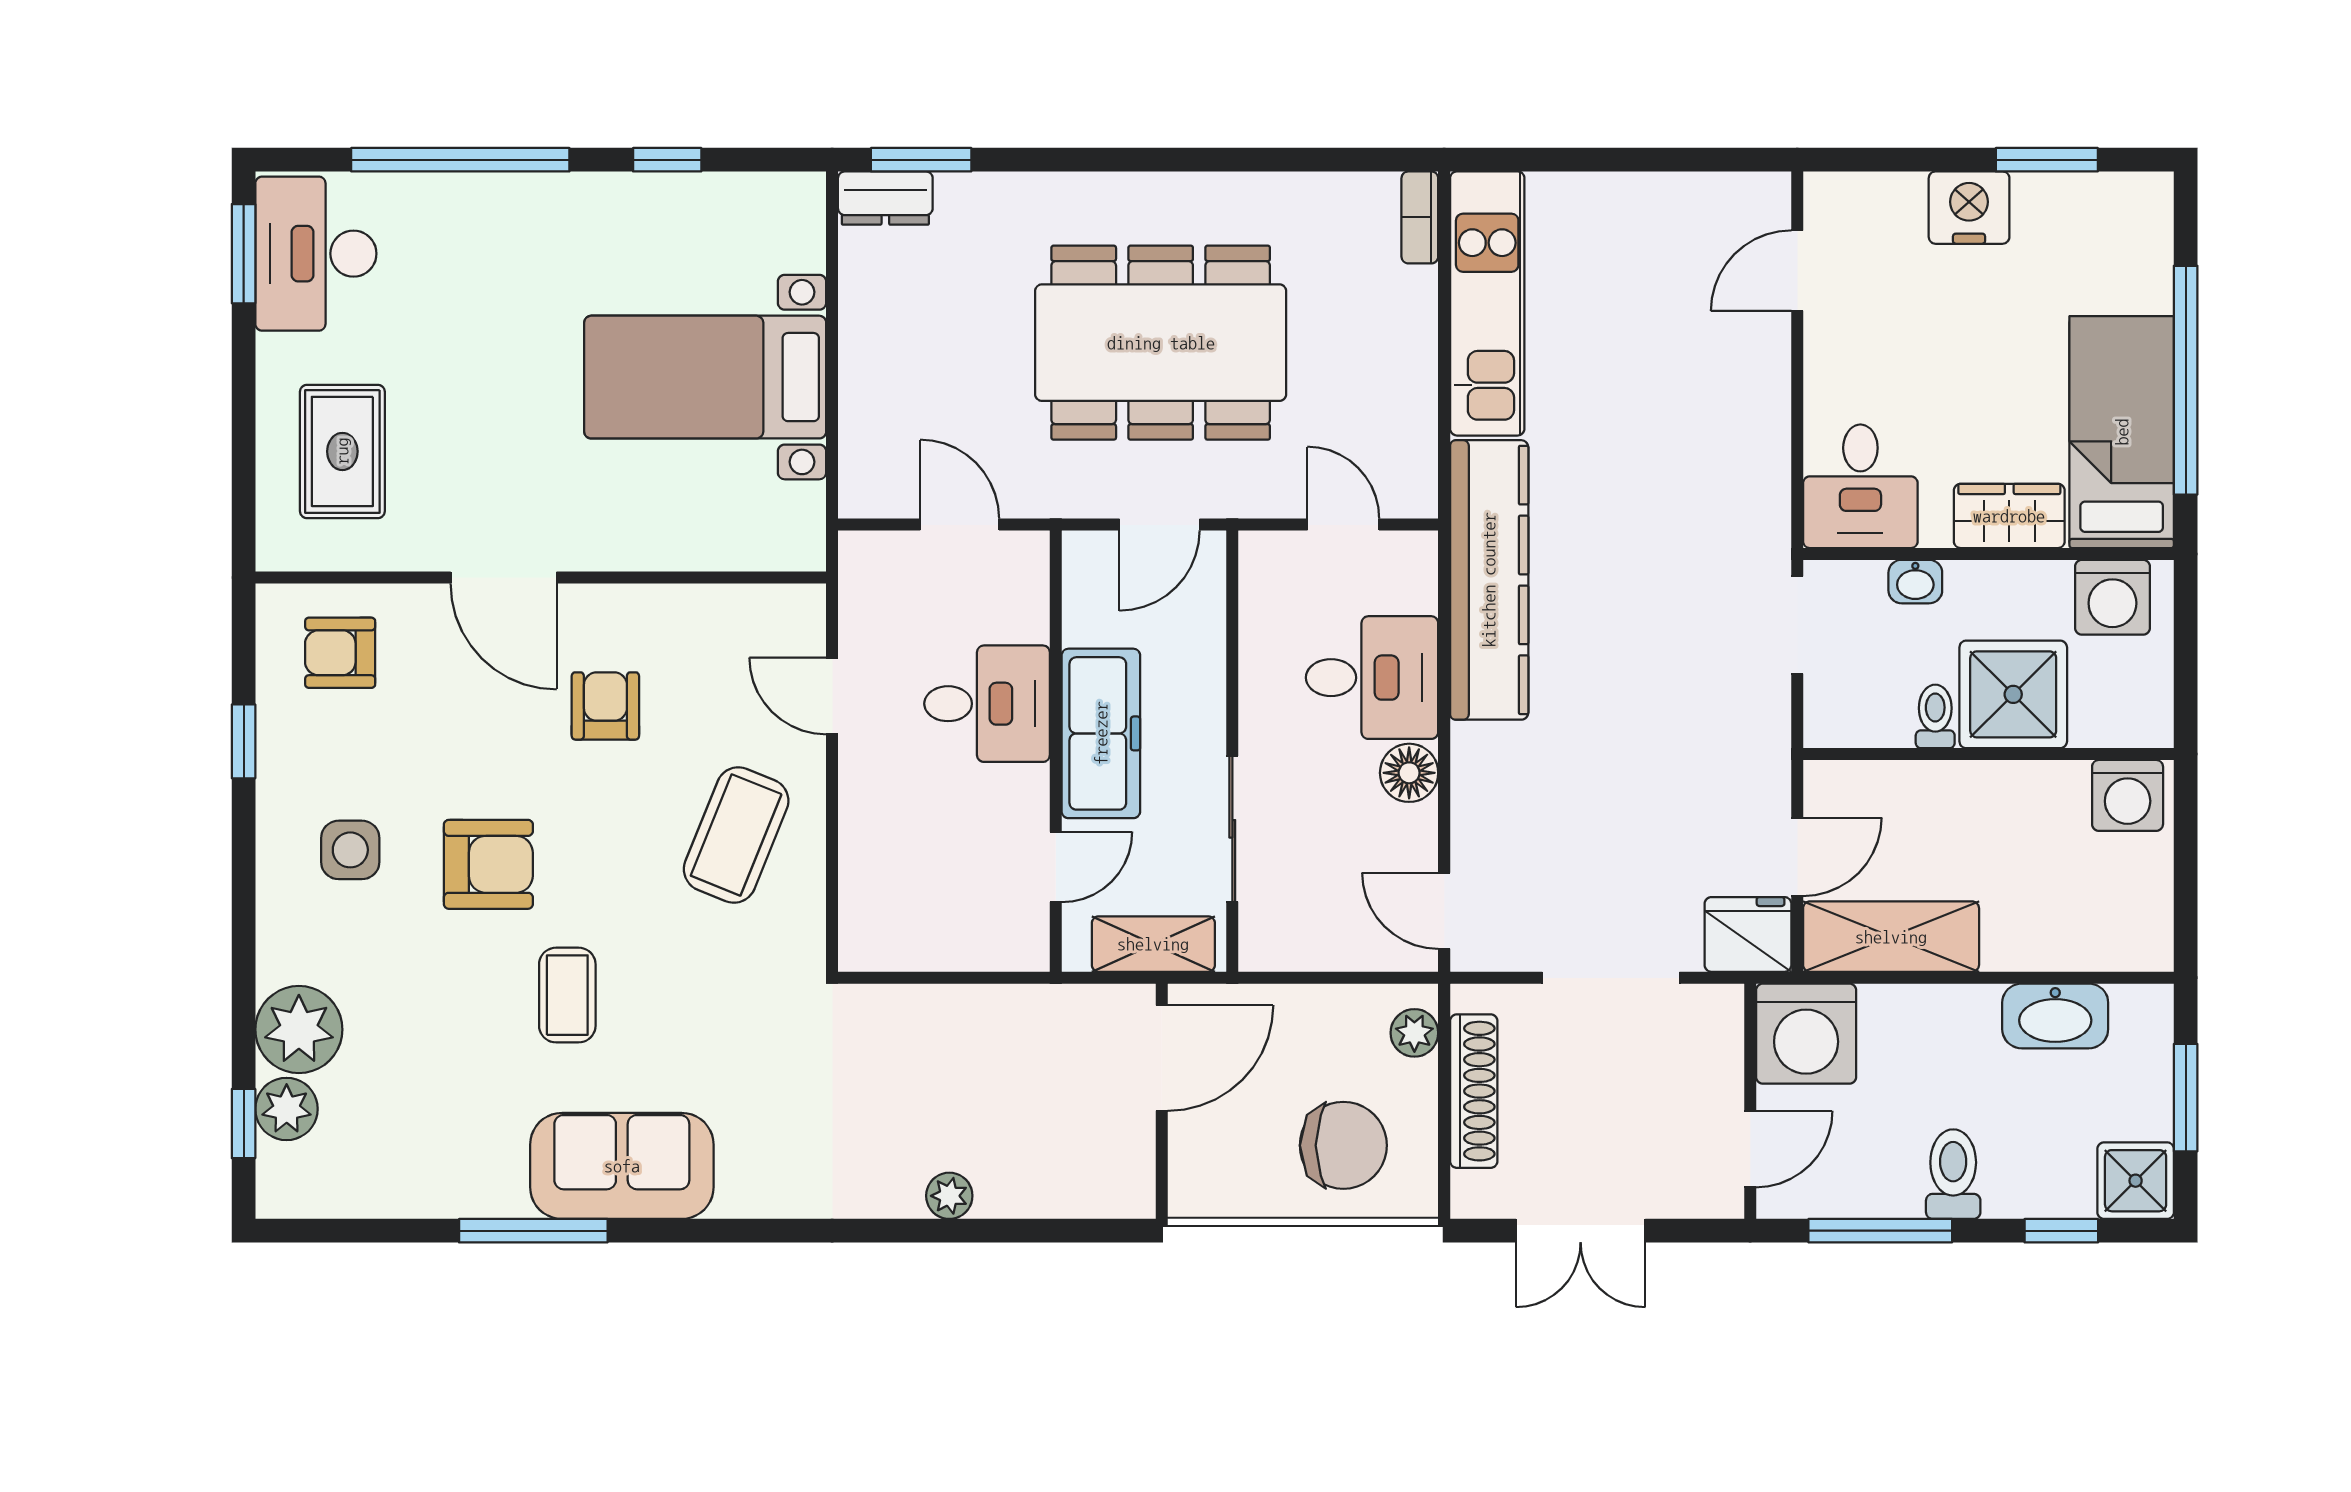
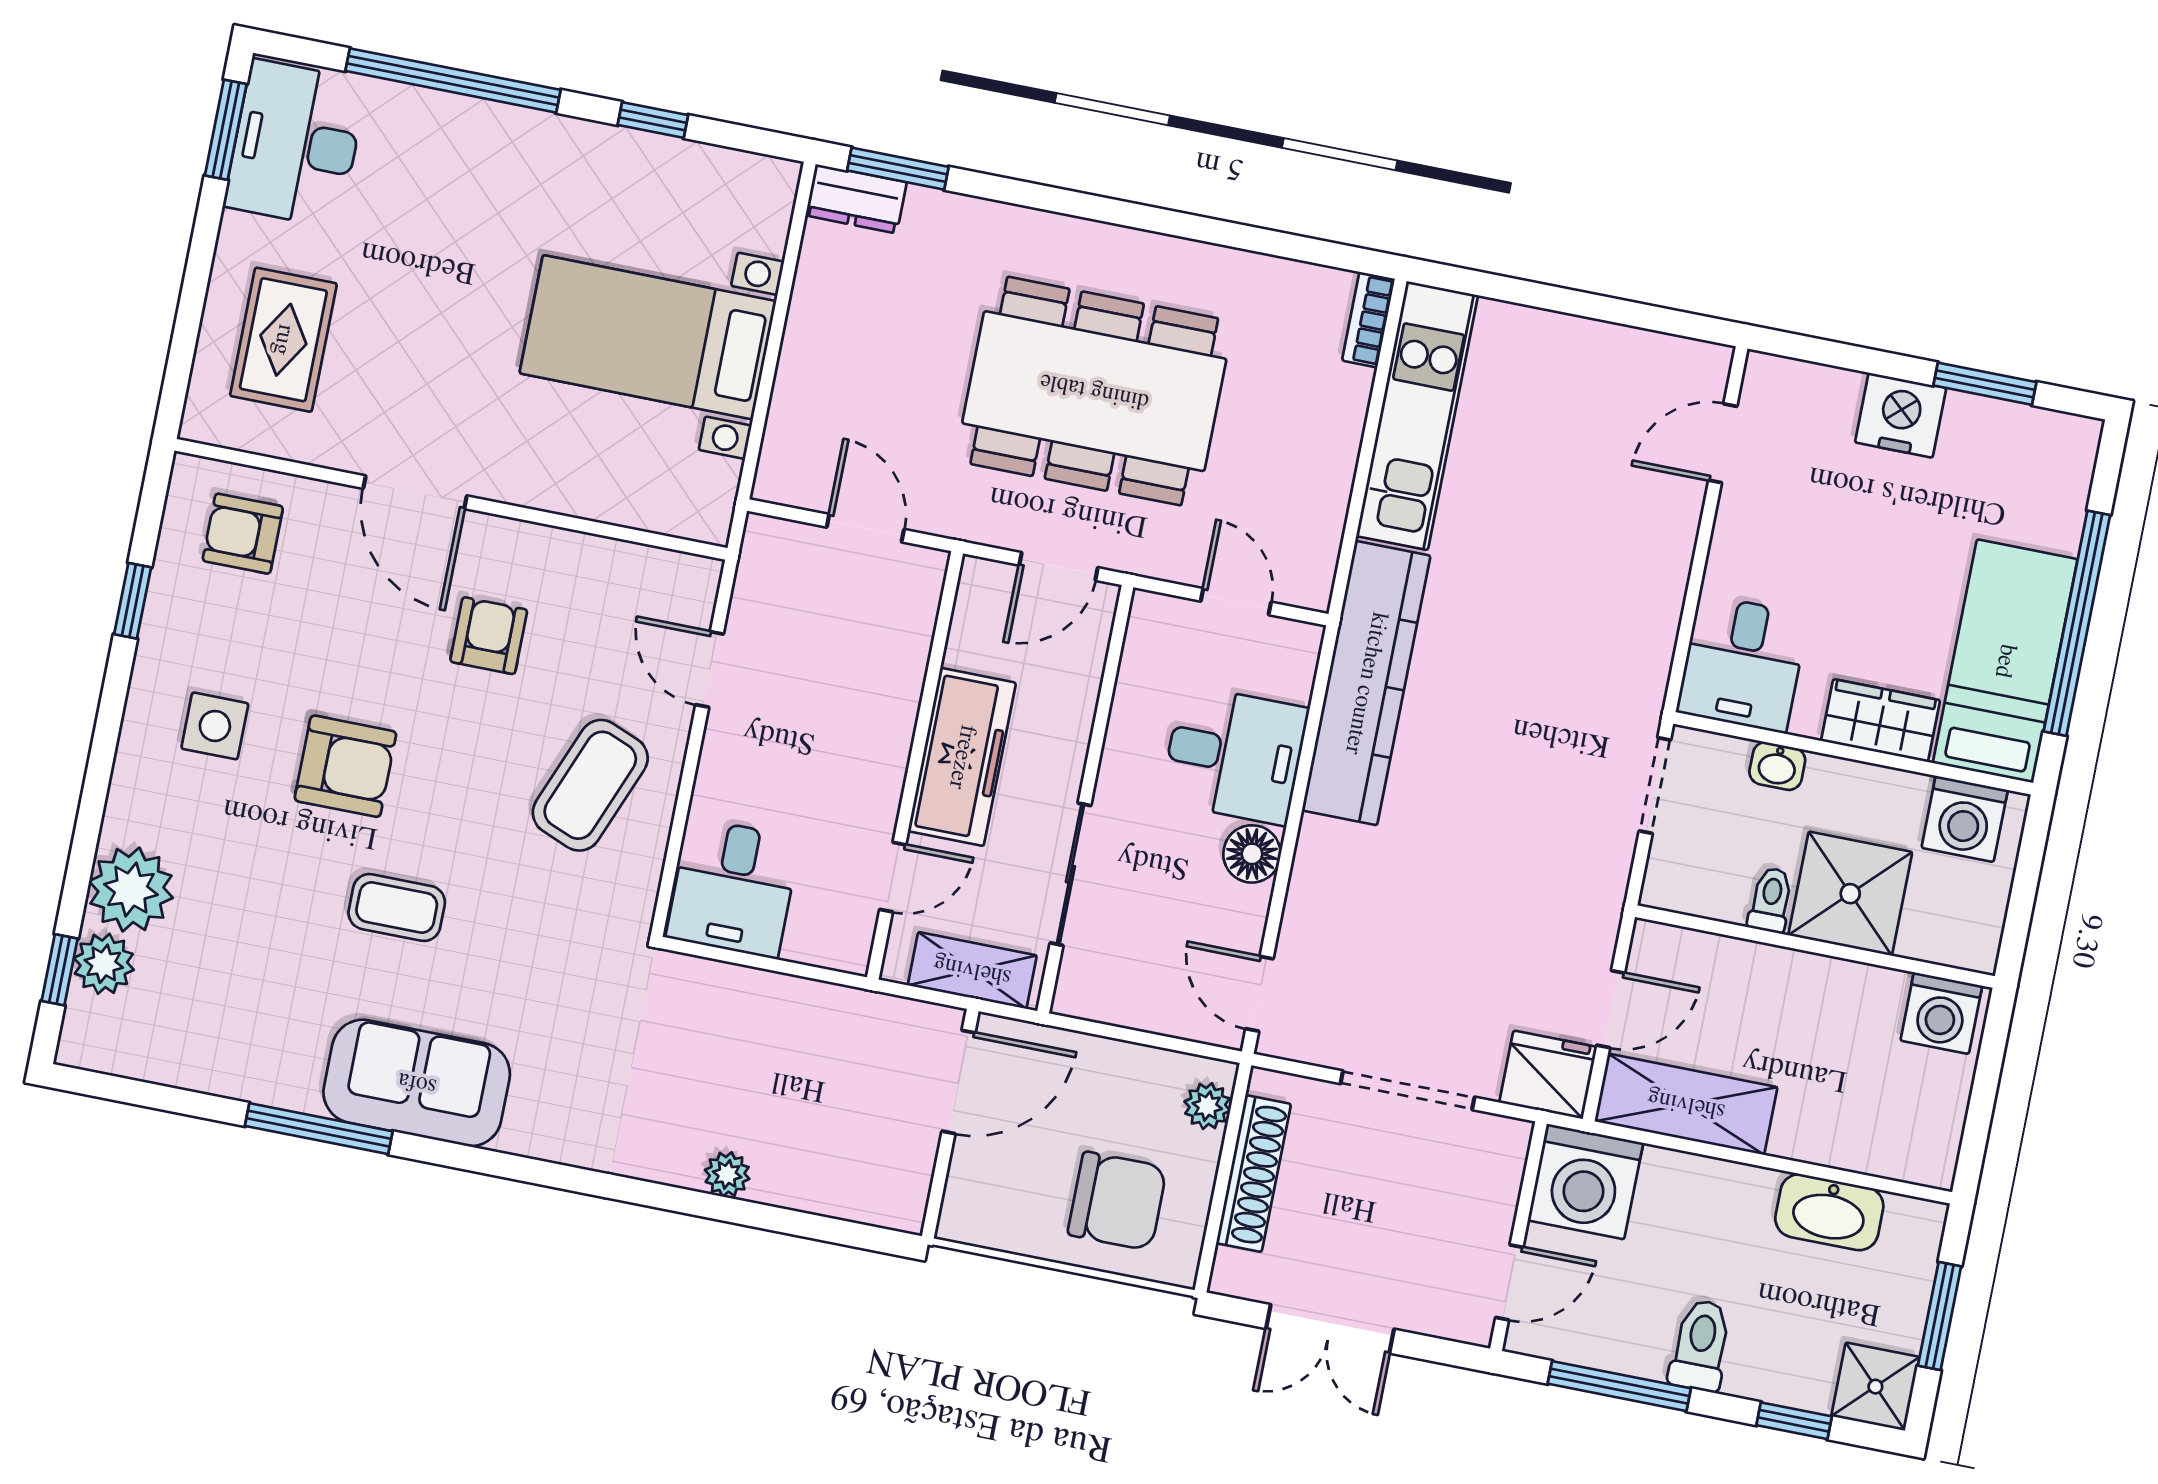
desk: (987, 704) -> (733, 888), moved, turned 90
coffee table: (567, 995) -> (397, 908), turned 90

